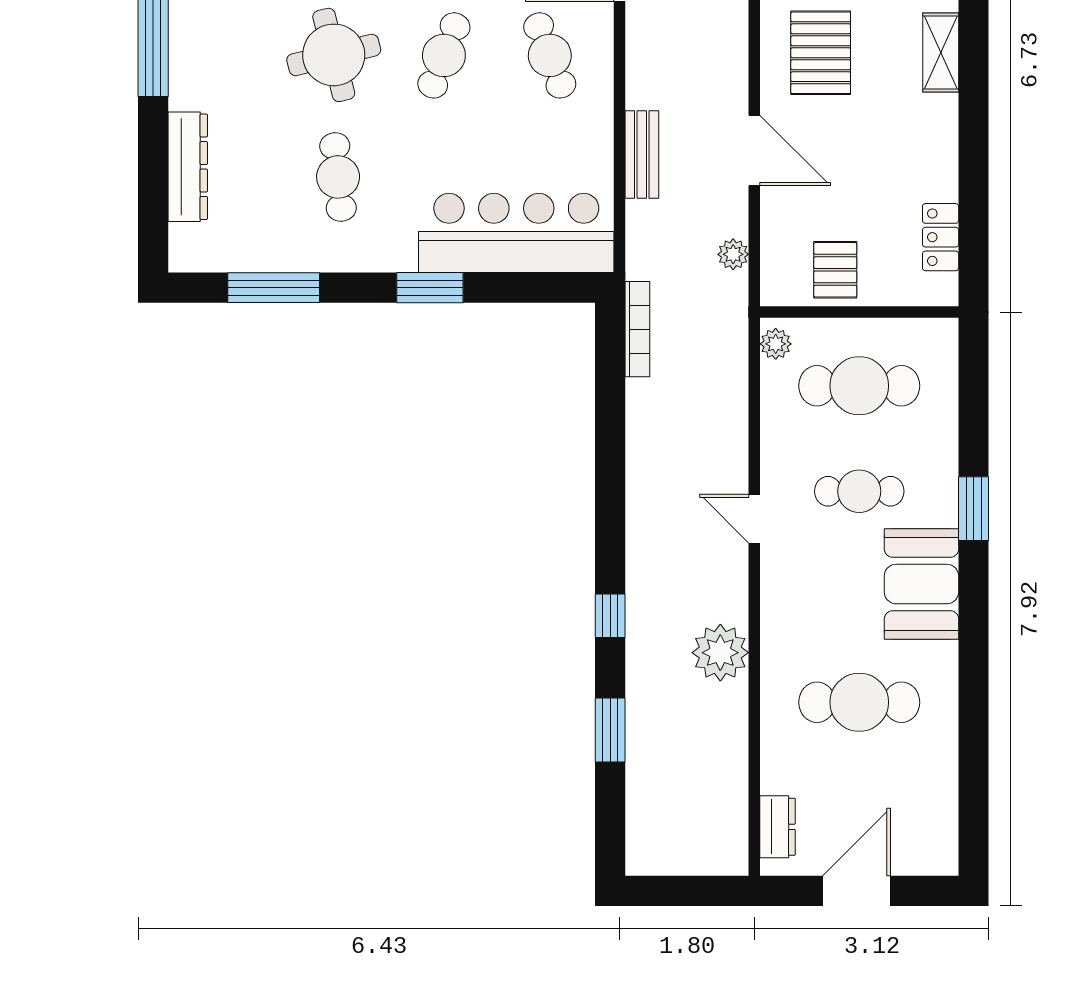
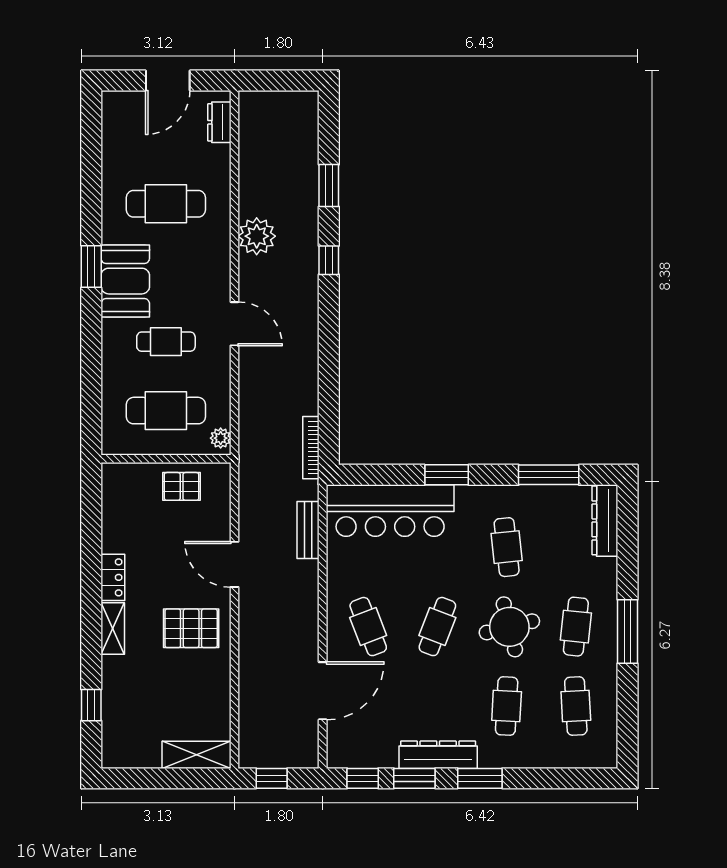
pallet: (821, 53) -> (191, 628), turned 90
cafe table: (232, 55) -> (576, 627), added
bench: (642, 155) -> (308, 530), moved
dresser: (188, 167) -> (605, 520), moved
locker: (941, 237) -> (113, 577), moved
plant: (733, 254) -> (248, 497), removed
pallet: (835, 270) -> (182, 486), turned 90
window: (974, 509) -> (91, 267), moved
door: (754, 519) -> (234, 324), width x1.38

